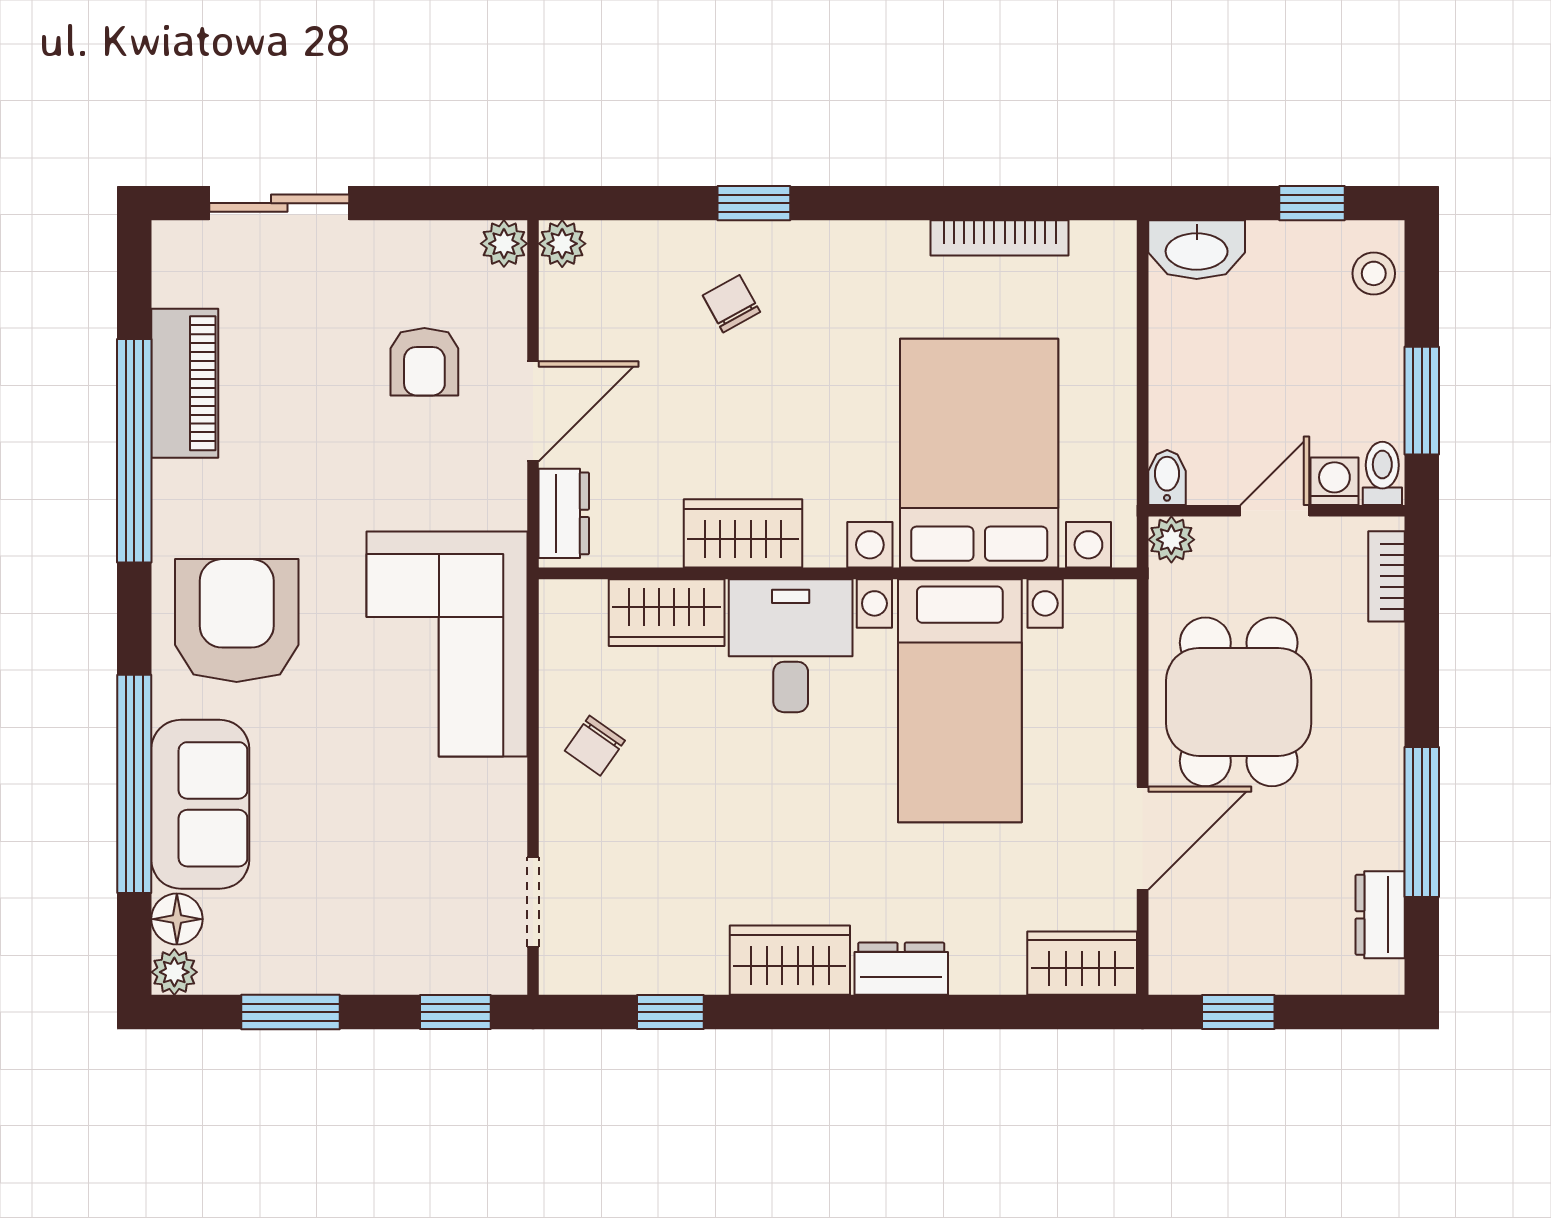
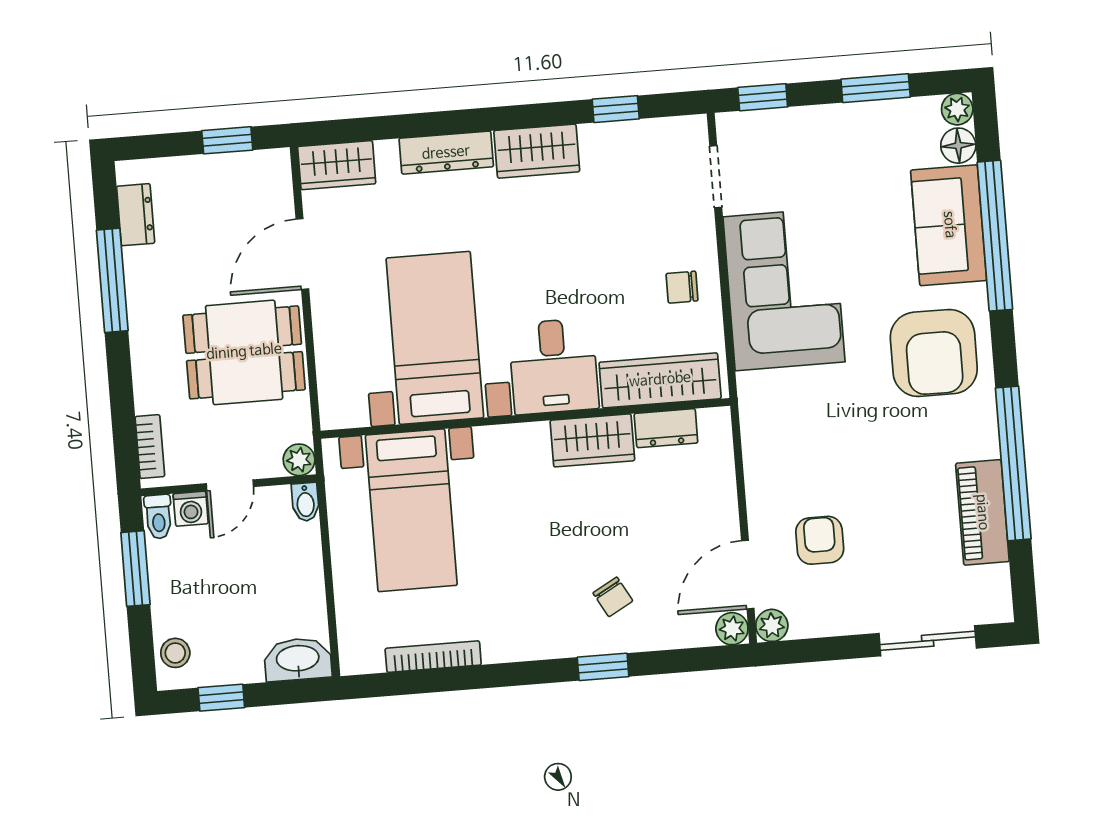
door: (533, 411) -> (748, 575), moved
bed with nightstands: (979, 453) -> (411, 510), width x0.73
dresser: (564, 513) -> (666, 428), moved, turned -90
wardrobe: (667, 613) -> (660, 380), width x1.50
corner sofa: (447, 644) -> (784, 289), moved
dining table: (1239, 702) -> (244, 352), turned 90
chair: (595, 746) -> (682, 287), turned -125
dresser: (901, 969) -> (446, 153), width x1.44

